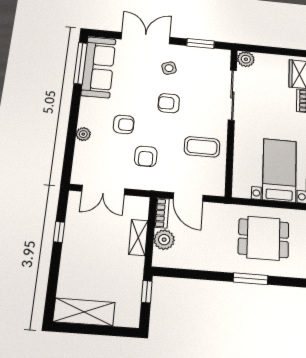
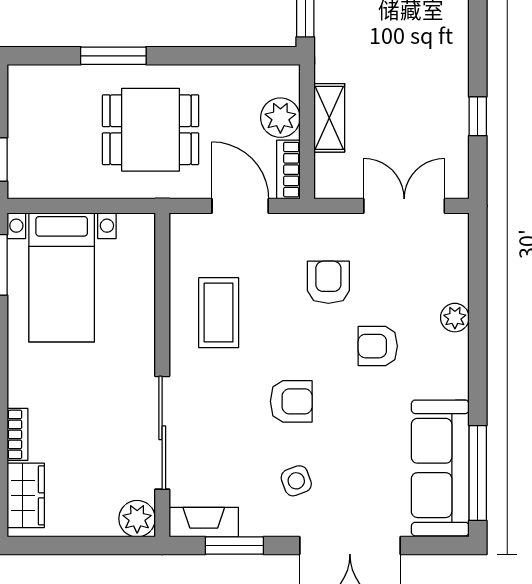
fireplace: (214, 55) -> (204, 522), added
coffee table: (202, 147) -> (219, 313), turned 90
dining table: (263, 238) -> (151, 130), moved

